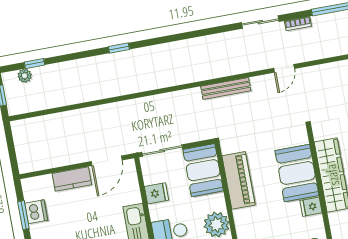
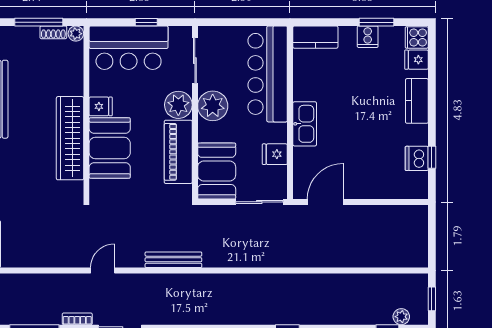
kitchen counter: (72, 179) -> (369, 188), removed
window: (23, 215) -> (432, 157), width x0.67
plant: (246, 220) -> (178, 105), added

